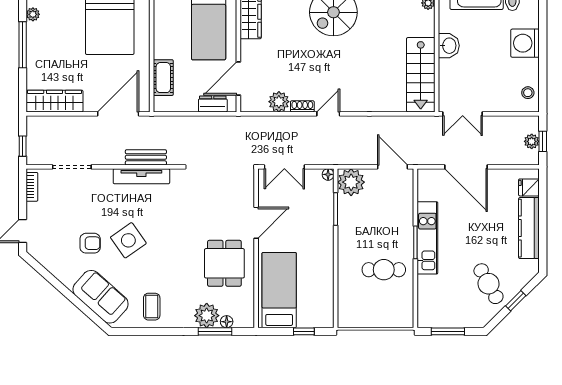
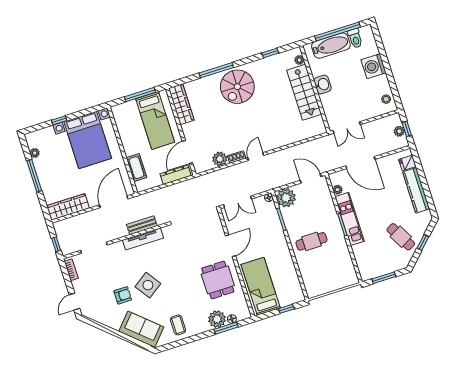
stairs: (421, 75) -> (304, 92), moved
dresser: (213, 104) -> (176, 175), width x1.44
plant: (424, 193) -> (338, 190), added
cafe table: (384, 270) -> (311, 241), moved

